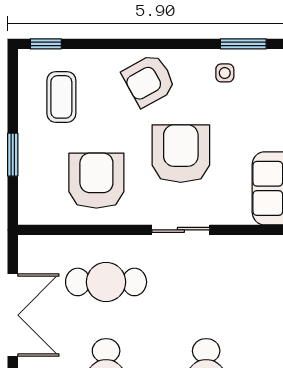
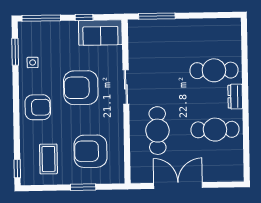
armchair: (149, 80) -> (38, 107), turned -61
coffee table: (61, 97) -> (48, 159), turned 90
armchair: (96, 181) -> (90, 151), moved

